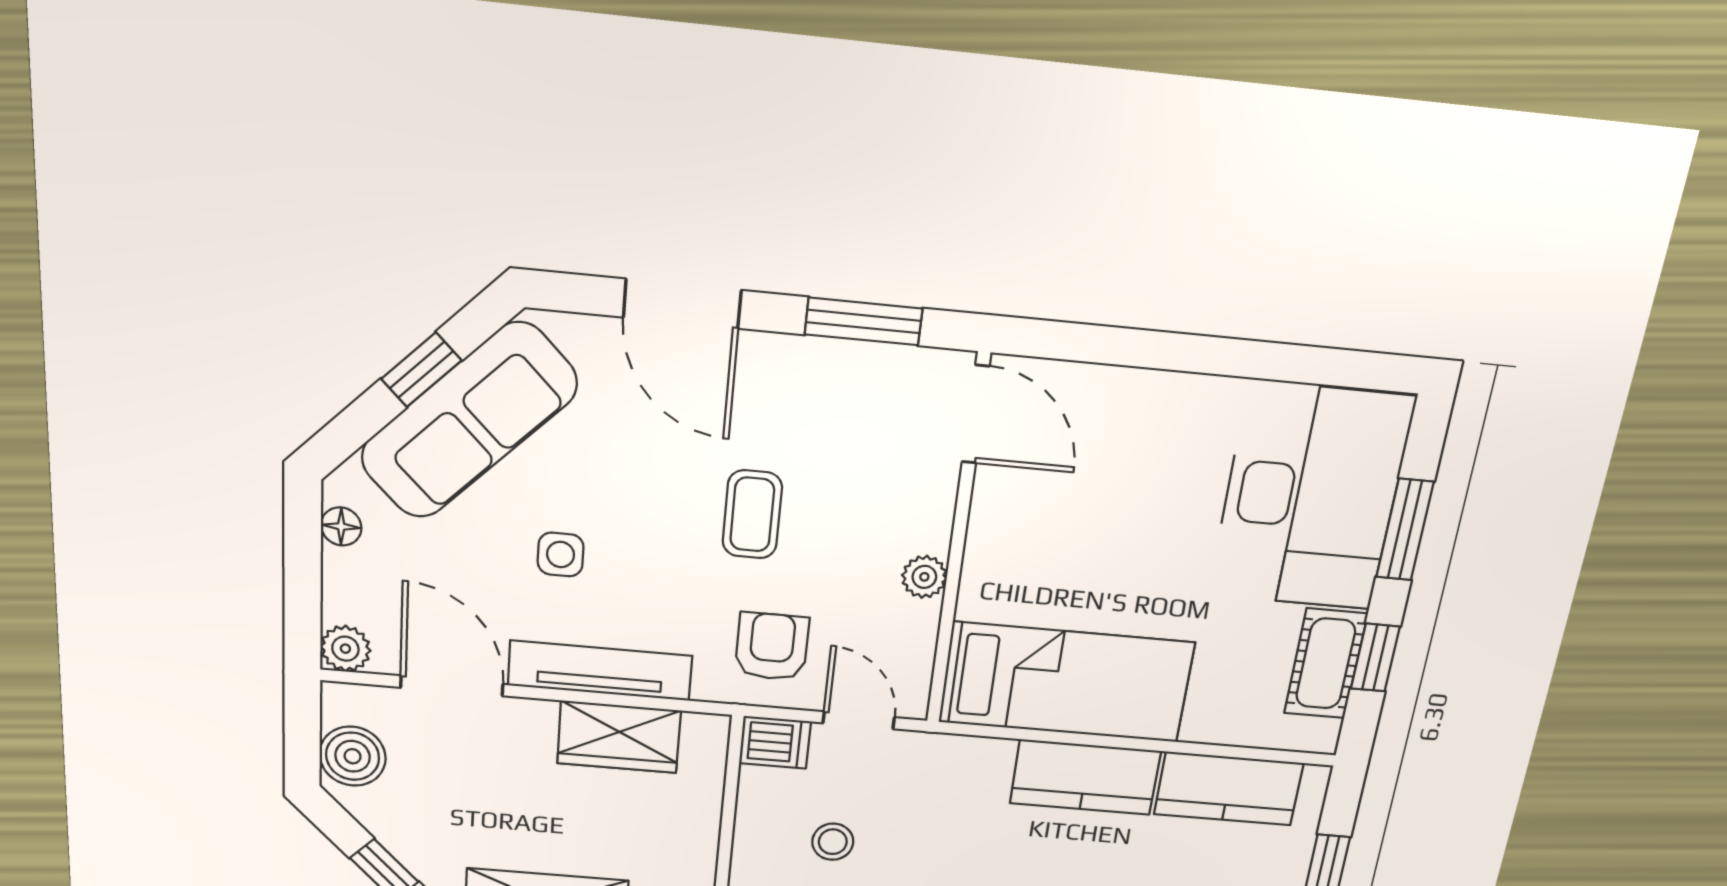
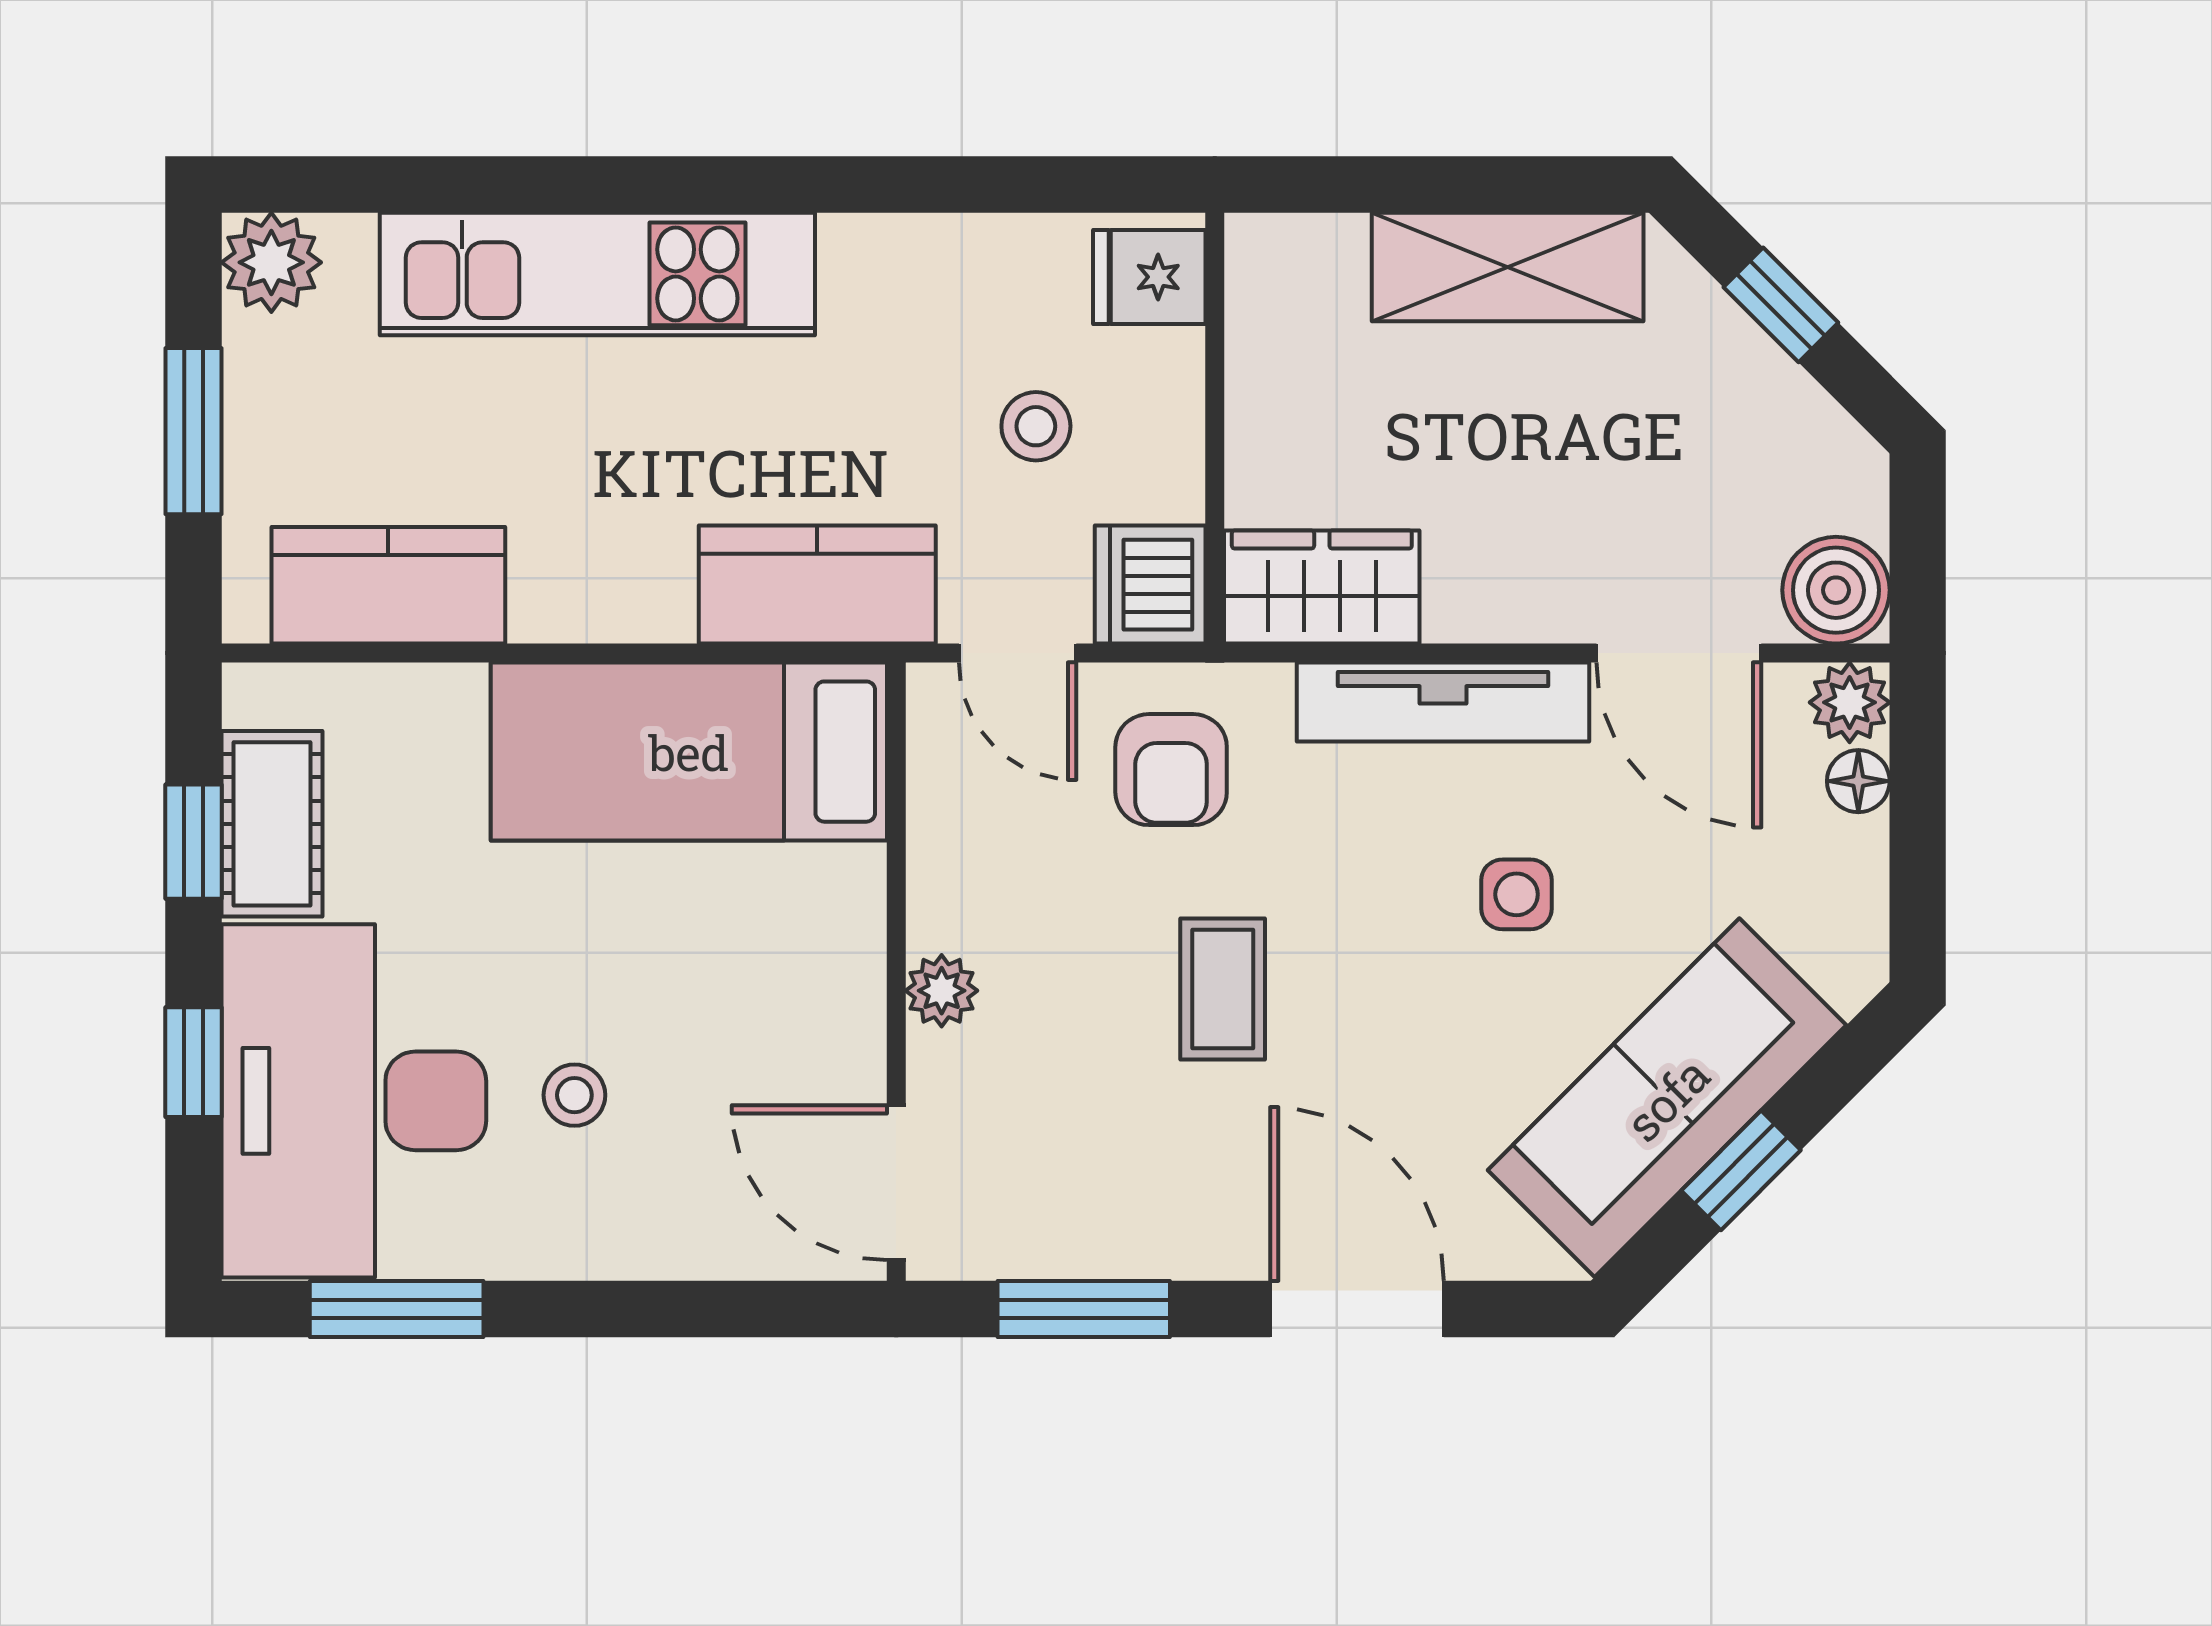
window: (1310, 365) -> (397, 1309), added
stool: (1172, 488) -> (574, 1095), added
floor lamp: (341, 526) -> (1858, 781), moved
window: (1405, 530) -> (193, 1062), width x0.67
plant: (924, 577) -> (942, 991), moved
wardrobe: (619, 737) -> (1322, 587), moved
dishwasher: (775, 742) -> (1150, 585), width x1.38
boiler: (353, 756) -> (1836, 590), moved
kitchen counter: (1085, 777) -> (817, 585), moved

